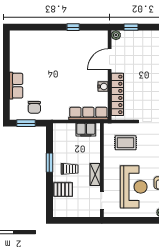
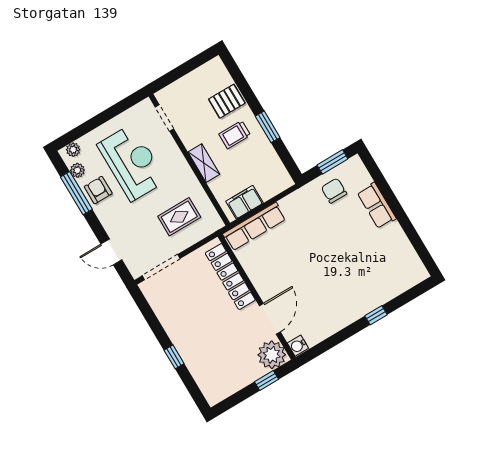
window: (73, 27) -> (376, 315), moved
plant: (116, 35) -> (272, 355), width x1.87, depth x1.87
water cooler: (103, 87) -> (298, 346), moved
shelving: (95, 175) -> (204, 163), moved
reception desk: (134, 187) -> (132, 163), turned 180

